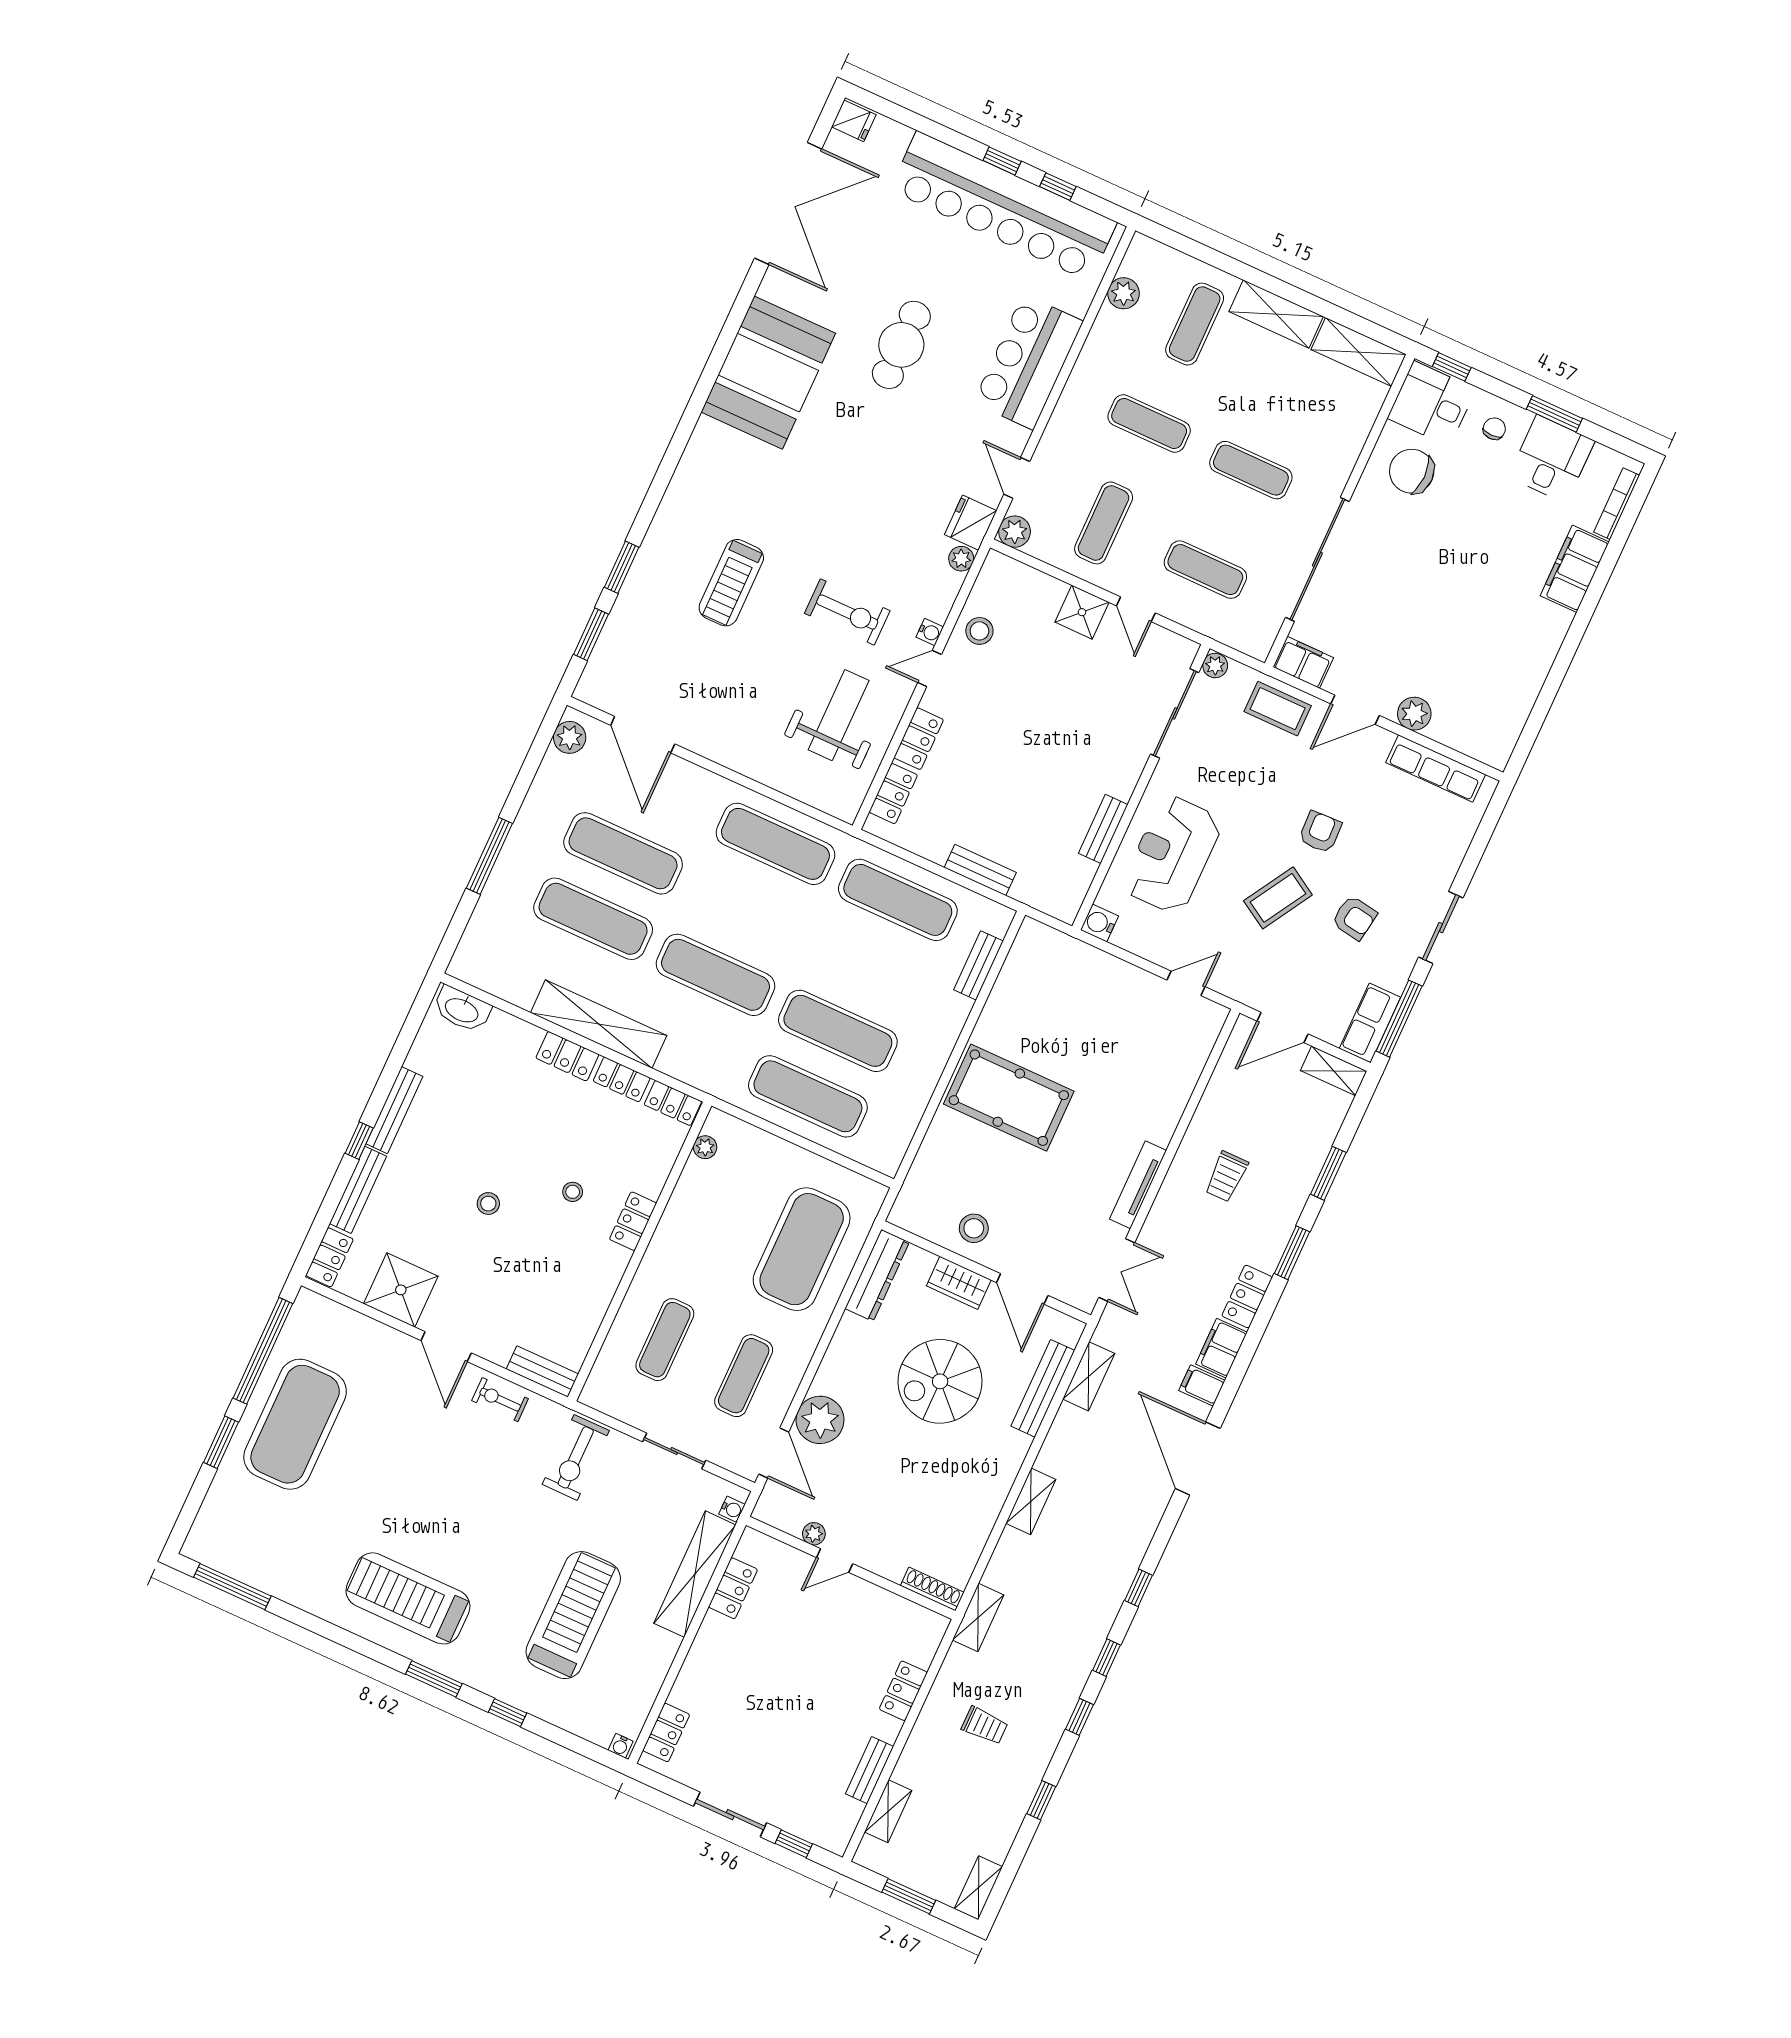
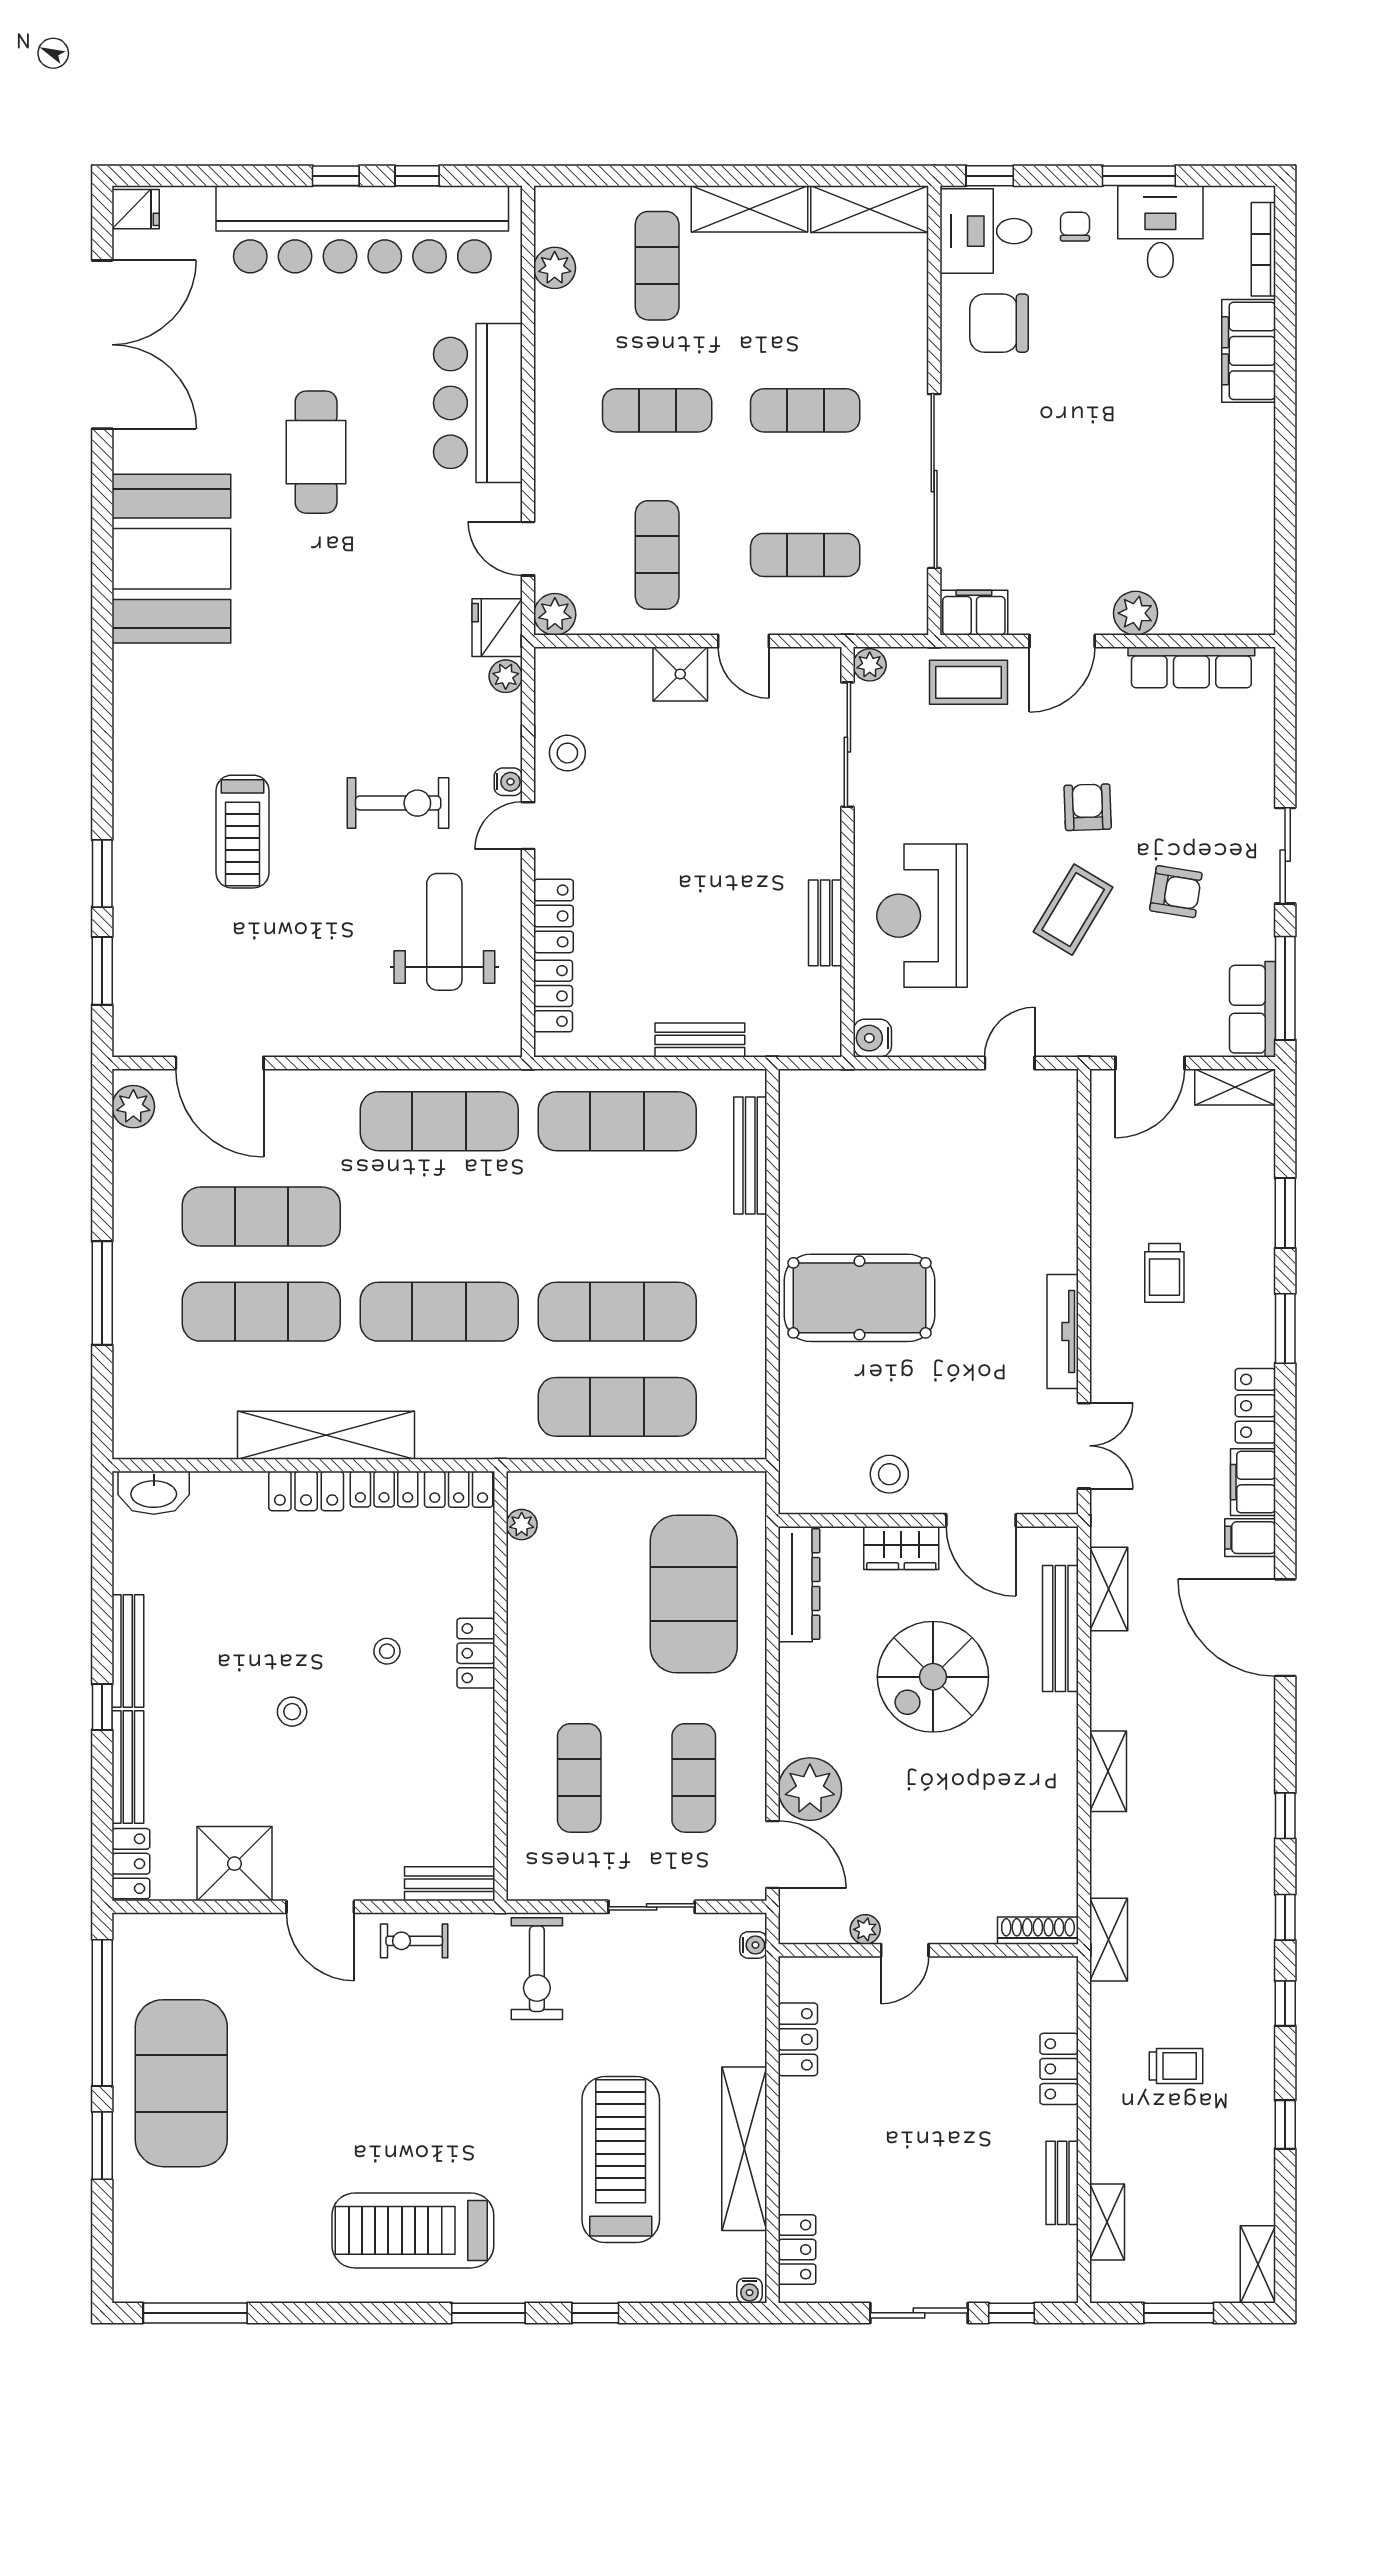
bench: (978, 965) -> (750, 1156), width x1.36
shelving: (695, 1574) -> (744, 2149), moved

